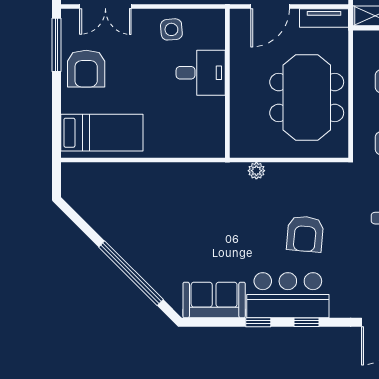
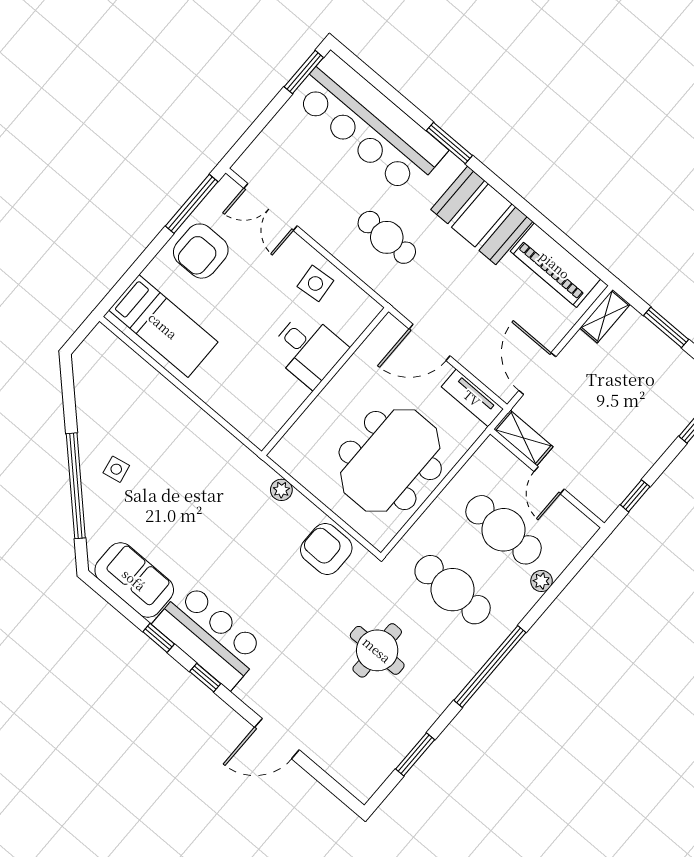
armchair: (305, 234) -> (326, 549), moved, turned 85
side table: (147, 243) -> (116, 469), added

